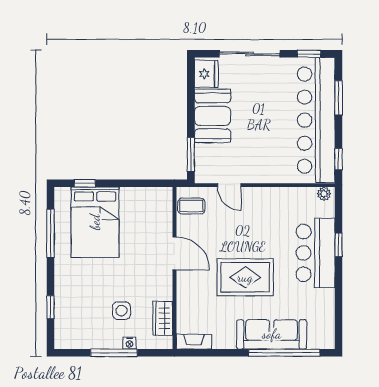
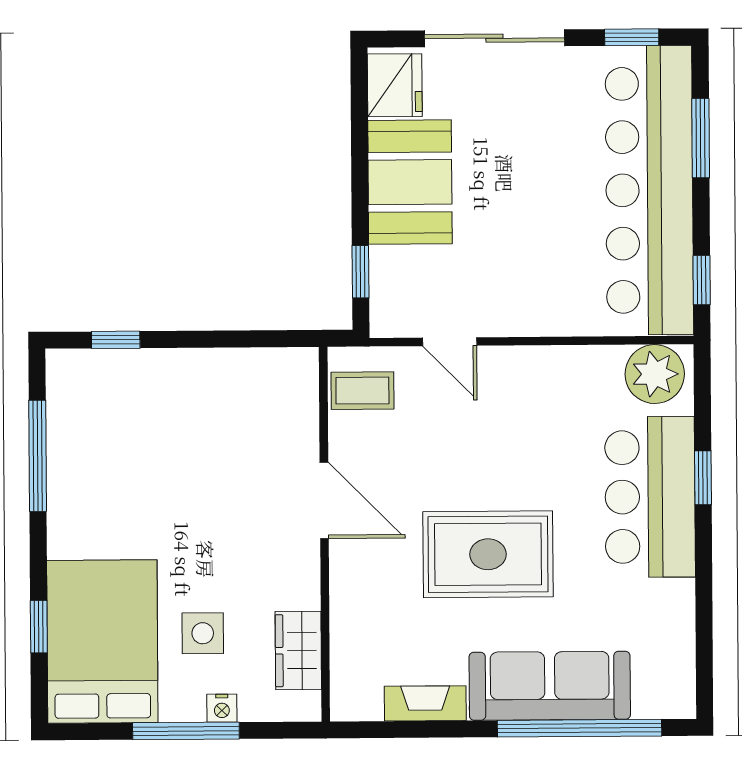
window: (191, 155) -> (361, 272), width x0.67
plant: (324, 194) -> (655, 374), width x1.88, depth x1.88
bed: (95, 222) -> (102, 641), moved, turned 180
fireplace: (194, 342) -> (425, 703), moved

